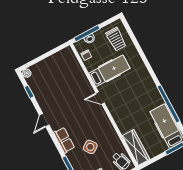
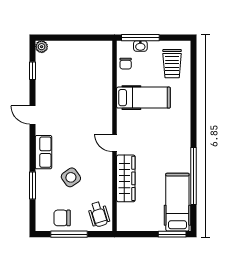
door: (100, 98) -> (114, 143), moved
door: (44, 120) -> (32, 115), hinge flipped
wardrobe: (136, 147) -> (126, 178), moved

